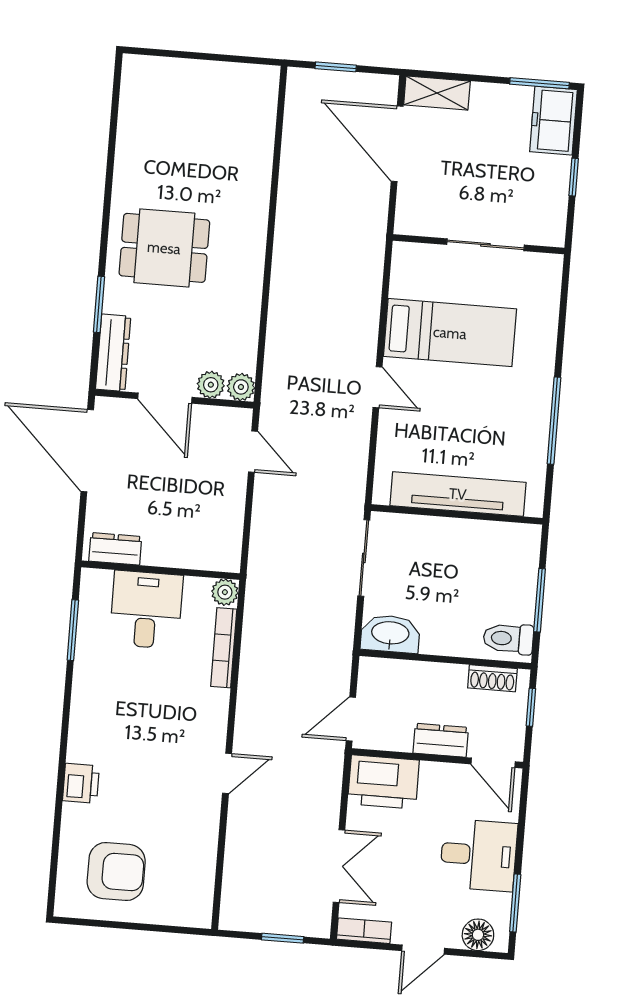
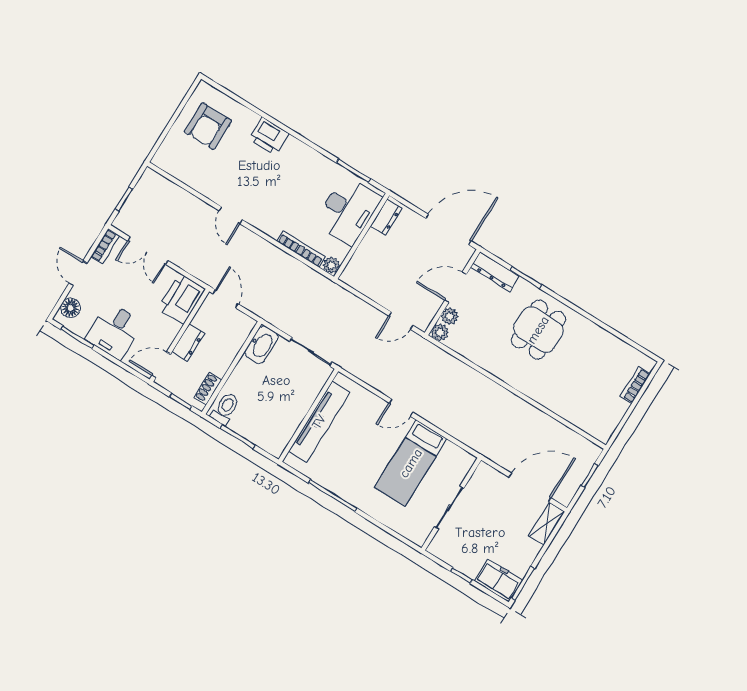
bookcase: (173, 68) -> (635, 385), added
desk: (146, 610) -> (348, 210), width x1.37
printer: (81, 783) -> (269, 136), width x1.36, depth x1.24

